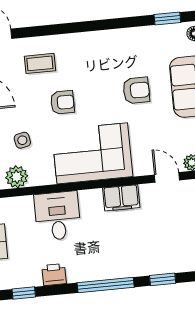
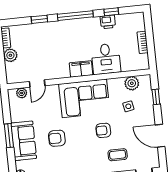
door: (167, 177) -> (37, 84), hinge flipped
filing cabinet: (121, 198) -> (81, 69), moved
window: (24, 293) -> (111, 12), moved

